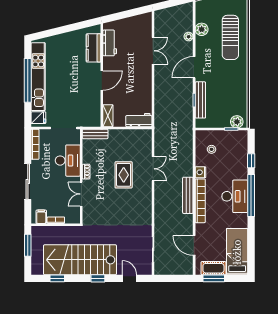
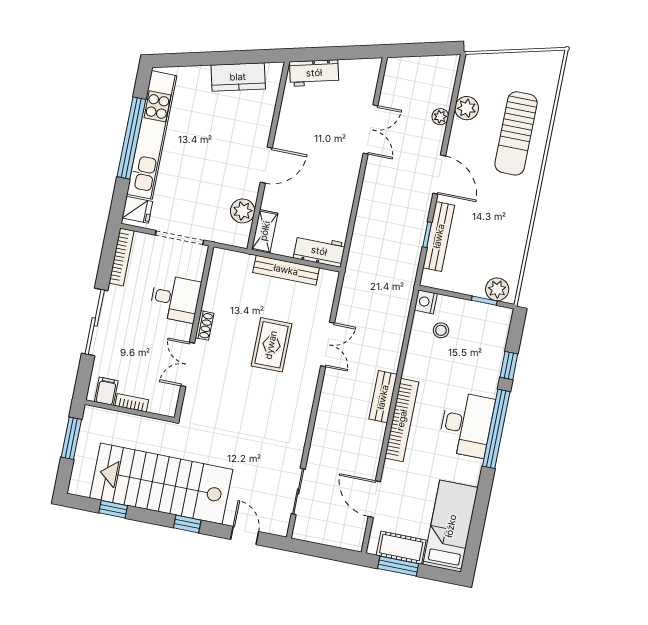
workbench: (110, 43) -> (314, 73), moved, turned 76
kitchen counter: (94, 48) -> (238, 77), moved, turned -104
door: (194, 67) -> (439, 175), swing flipped
plant: (94, 107) -> (243, 211), added
bench: (95, 134) -> (286, 270), moved, width x1.36
desk: (68, 161) -> (175, 298), width x0.73
nightstand: (200, 172) -> (426, 302), moved
bench: (188, 195) -> (383, 397), width x0.73

